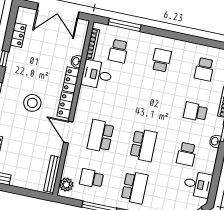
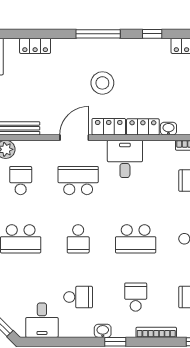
desk: (97, 75) -> (125, 159), moved
school desk: (152, 103) -> (136, 239), added
school desk: (143, 145) -> (78, 239), width x0.54
school desk: (186, 154) -> (78, 297), turned 180

